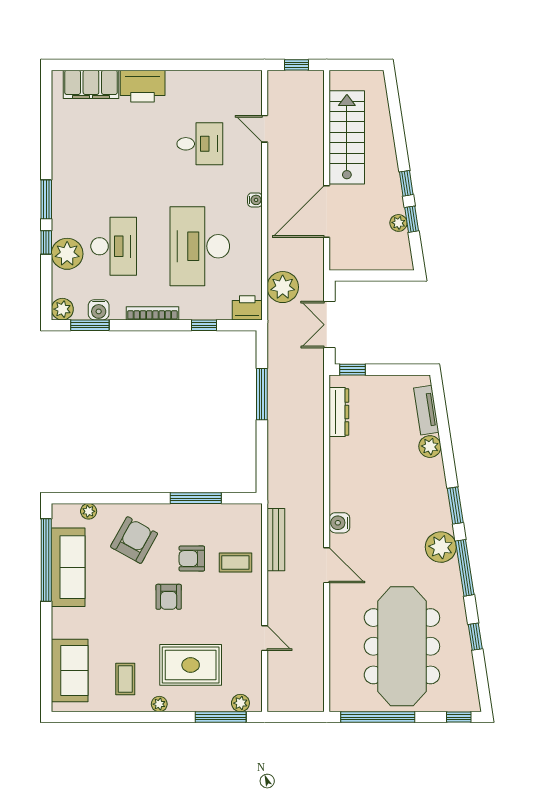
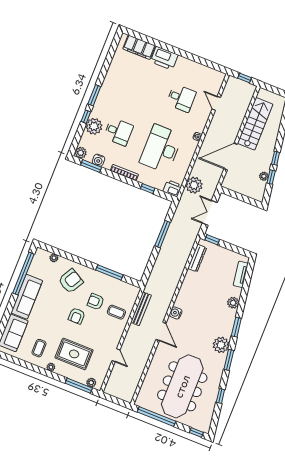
desk: (114, 246) -> (118, 132), width x0.73
plant: (430, 447) -> (233, 303), moved
sofa: (68, 567) -> (27, 297), moved
window: (465, 568) -> (229, 360), width x0.69

